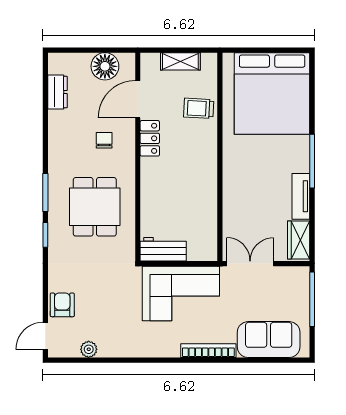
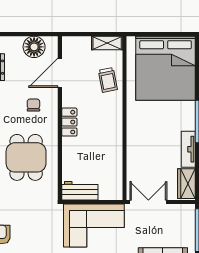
shelving: (180, 61) -> (107, 43), moved
trolley: (199, 108) -> (108, 80), turned -104
locker: (150, 138) -> (69, 122), moved

